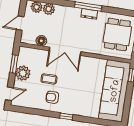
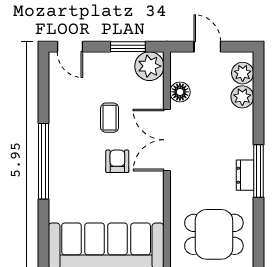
plant: (23, 73) -> (149, 66), moved
armchair: (52, 97) -> (117, 161), moved
window: (66, 116) -> (44, 161), width x3.17

